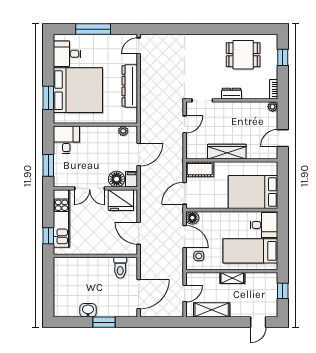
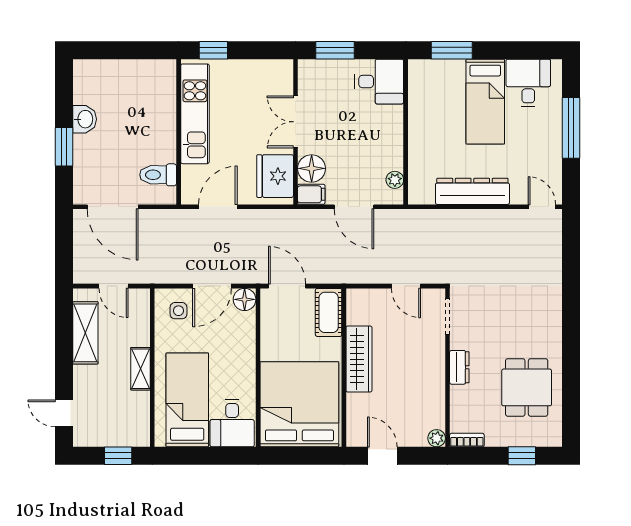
bed: (78, 90) -> (485, 102), width x0.49
bed: (253, 192) -> (299, 404), width x1.36
kitchen unit: (61, 219) -> (195, 114), moved, turned -90

